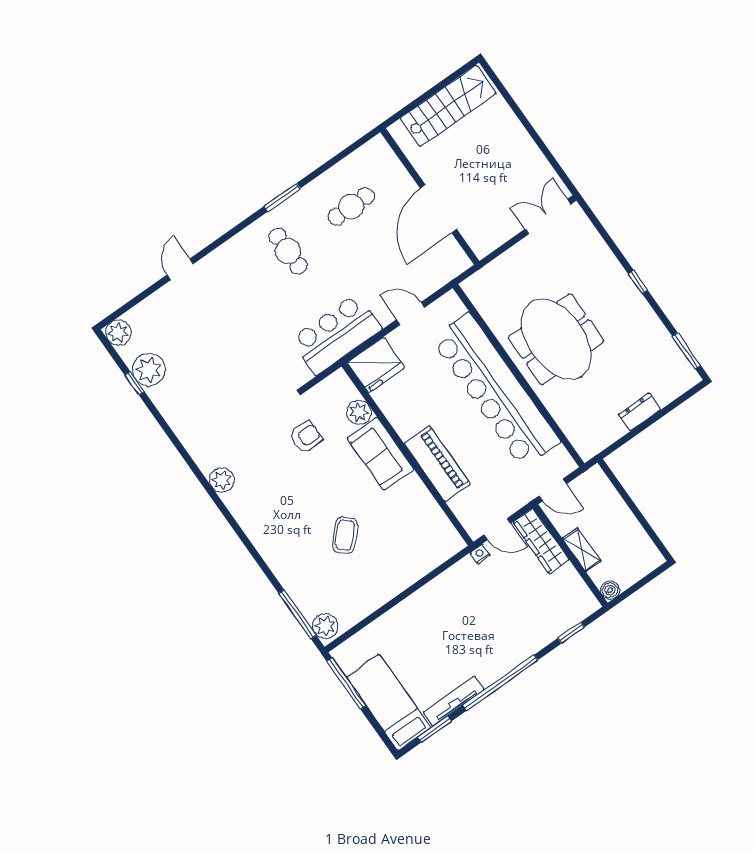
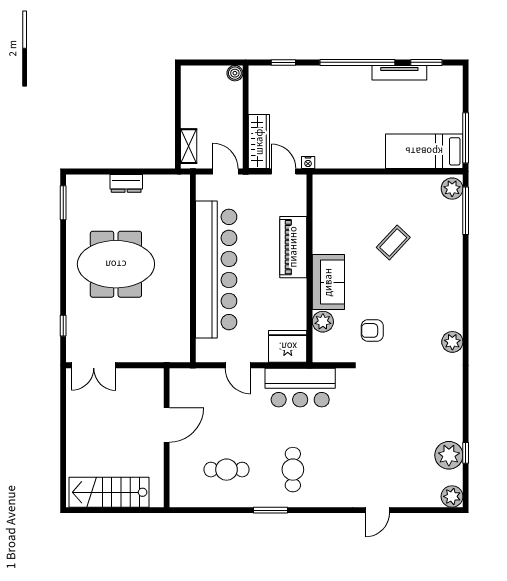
door: (439, 209) -> (167, 425), width x0.73
window: (638, 282) -> (63, 326), moved
meeting table: (556, 339) -> (116, 264), moved, turned 90
shelving: (582, 550) -> (189, 146), moved
bed: (389, 702) -> (424, 151), moved, turned 90

